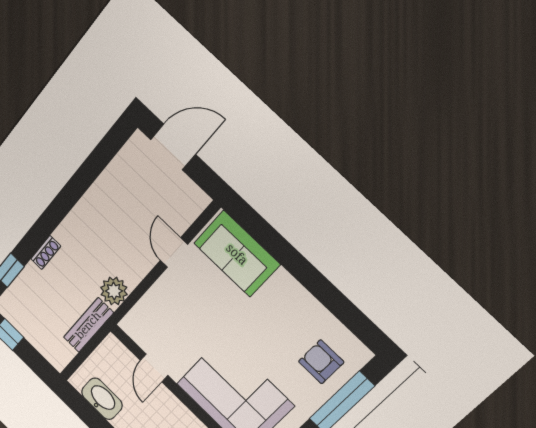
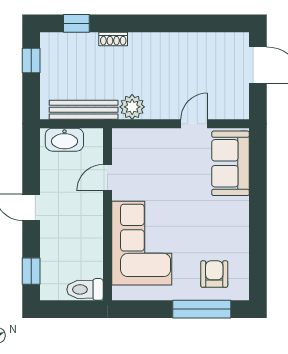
bench: (88, 325) -> (84, 110), width x1.36
washbasin: (102, 399) -> (64, 140), moved, turned 90

